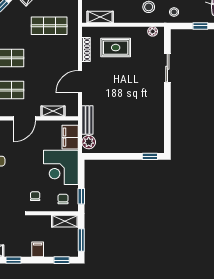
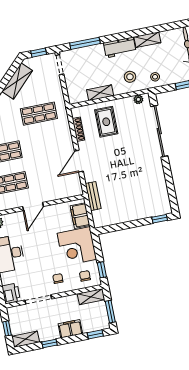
shelving: (100, 17) -> (100, 93), moved
rug: (116, 48) -> (106, 122), turned 90
sliding door: (167, 68) -> (159, 131), width x1.86
shelving: (53, 111) -> (59, 194), removed
plant: (89, 142) -> (99, 217), removed
filing cabinet: (38, 249) -> (70, 329), width x2.00

